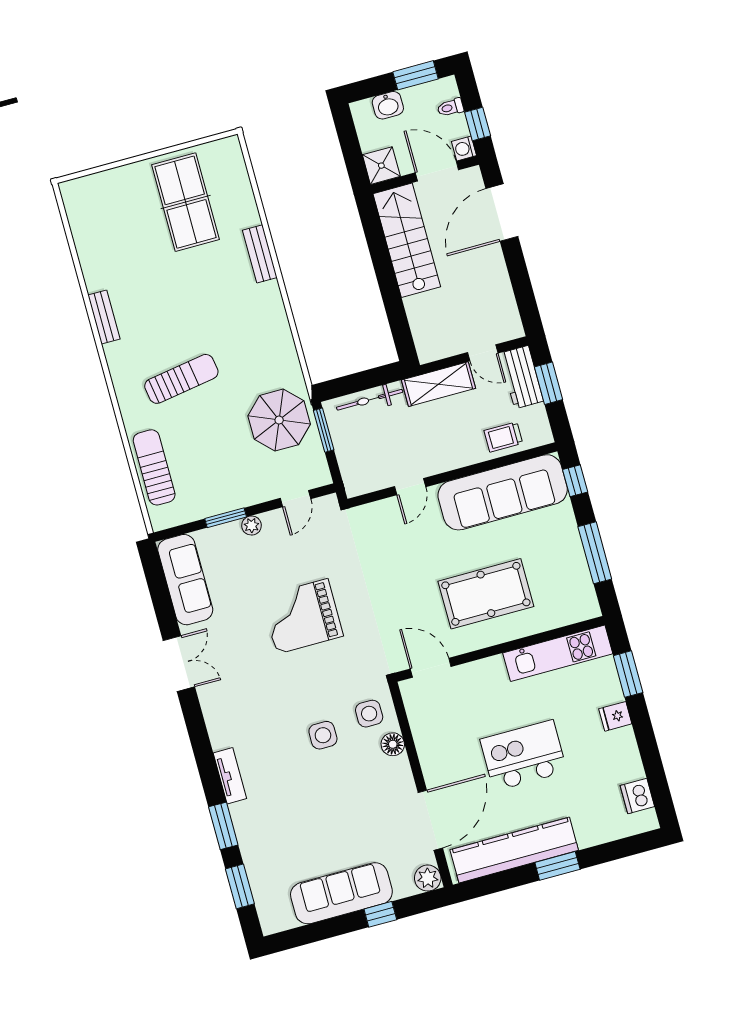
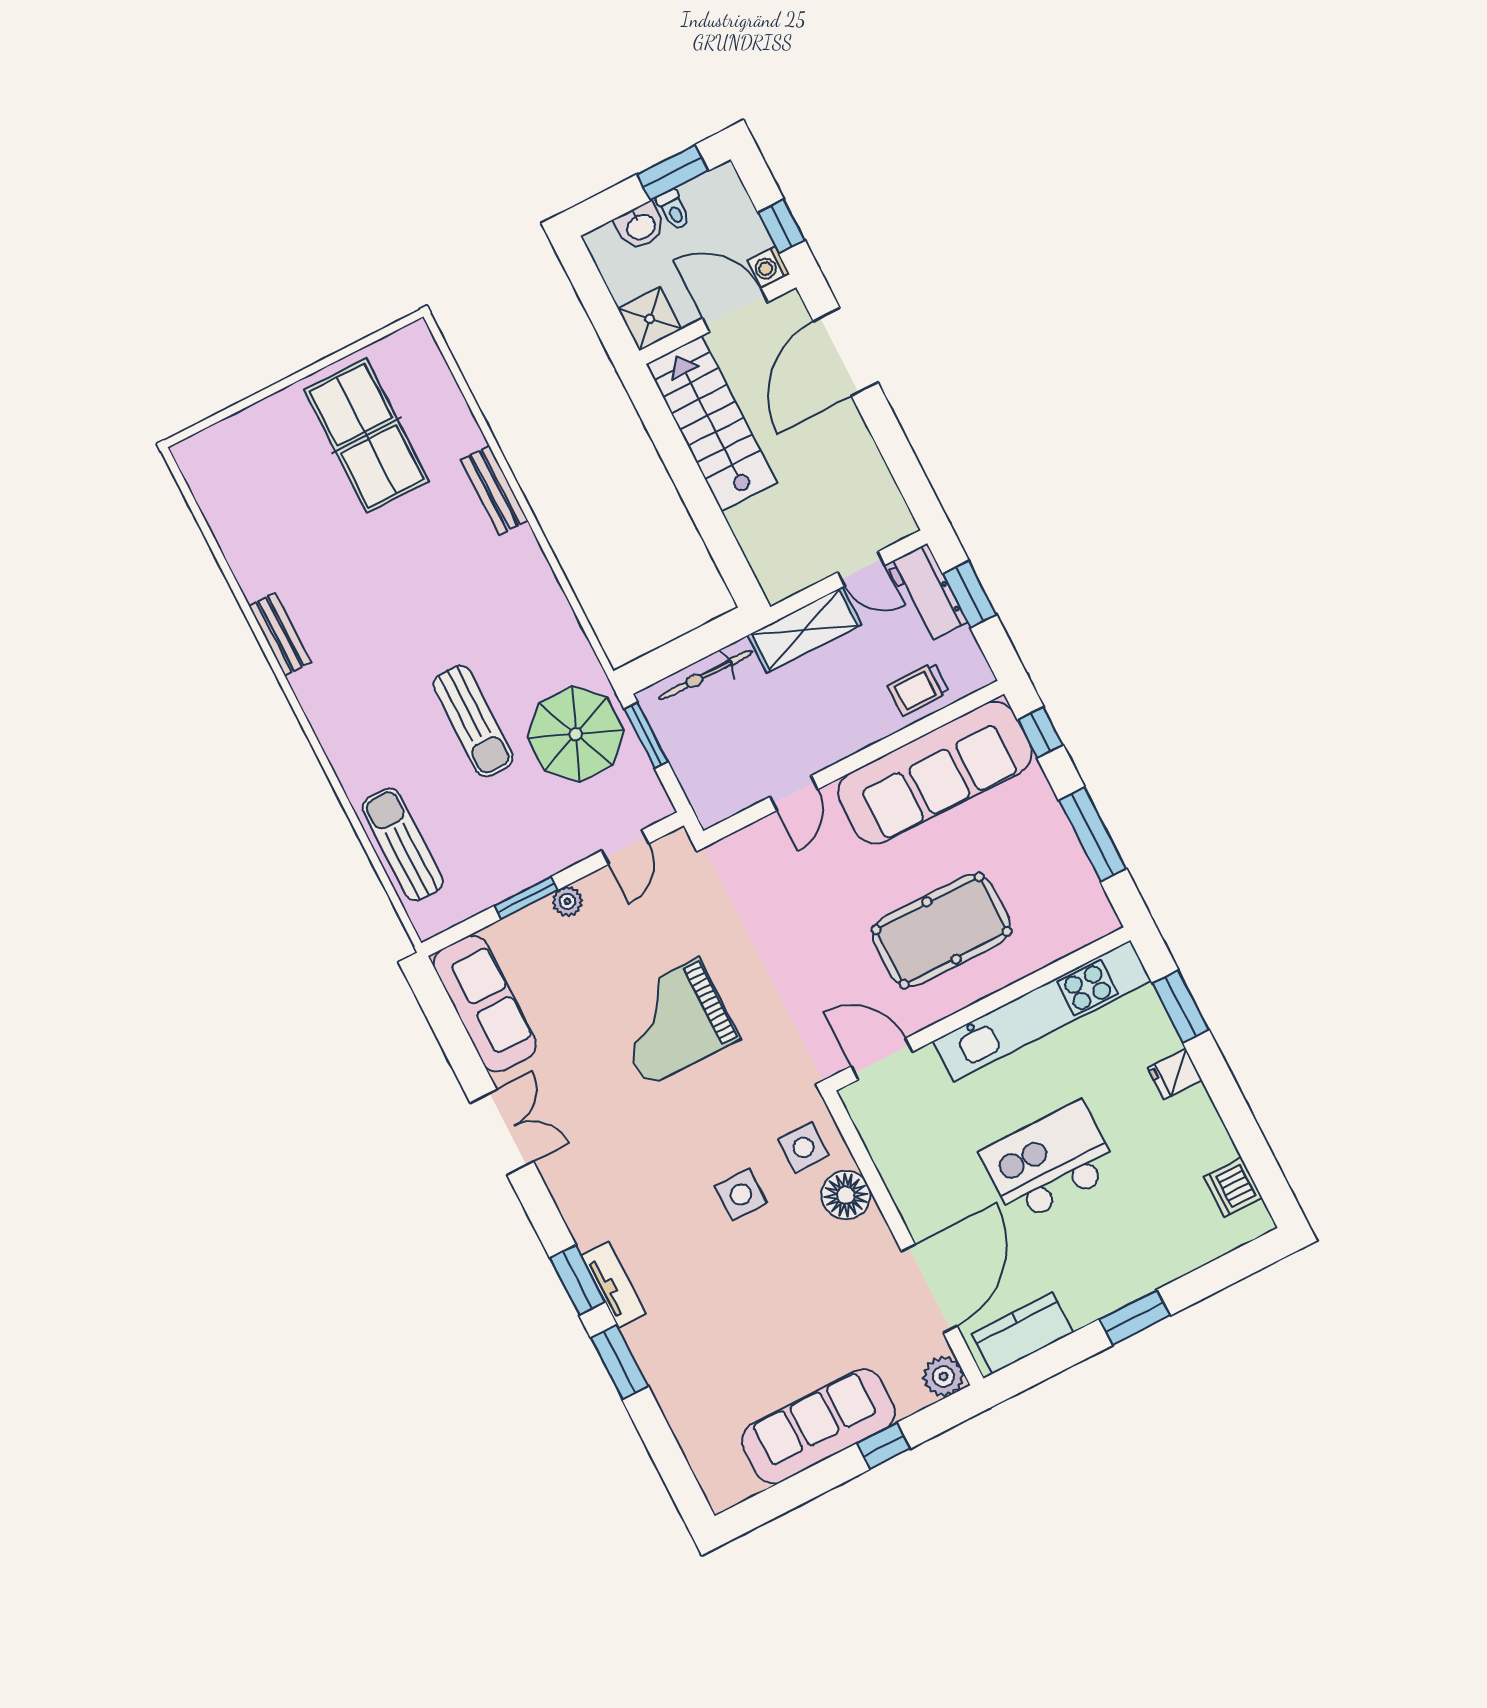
toilet: (450, 107) -> (673, 210), moved, turned -90
sun lounger: (181, 379) -> (473, 721), moved, turned 99
kitchen unit: (558, 653) -> (1042, 1011), width x1.36
floor lamp: (393, 744) -> (846, 1195), width x1.38, depth x1.38
kitchen counter: (514, 850) -> (1022, 1333), width x0.48, depth x0.86
window: (240, 886) -> (577, 1280), moved

